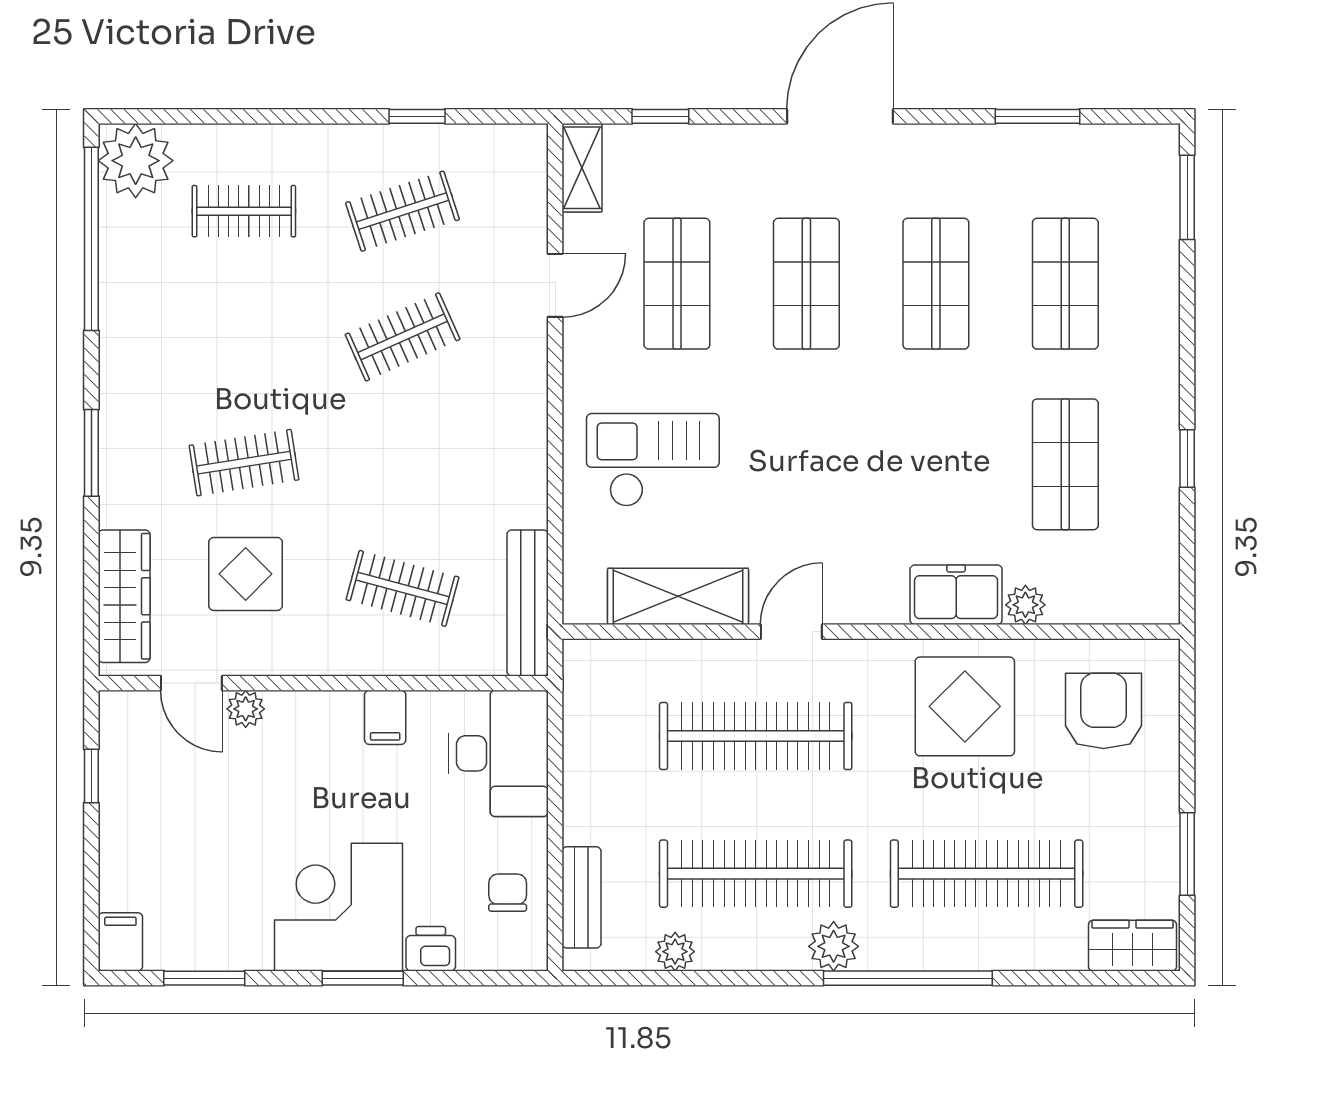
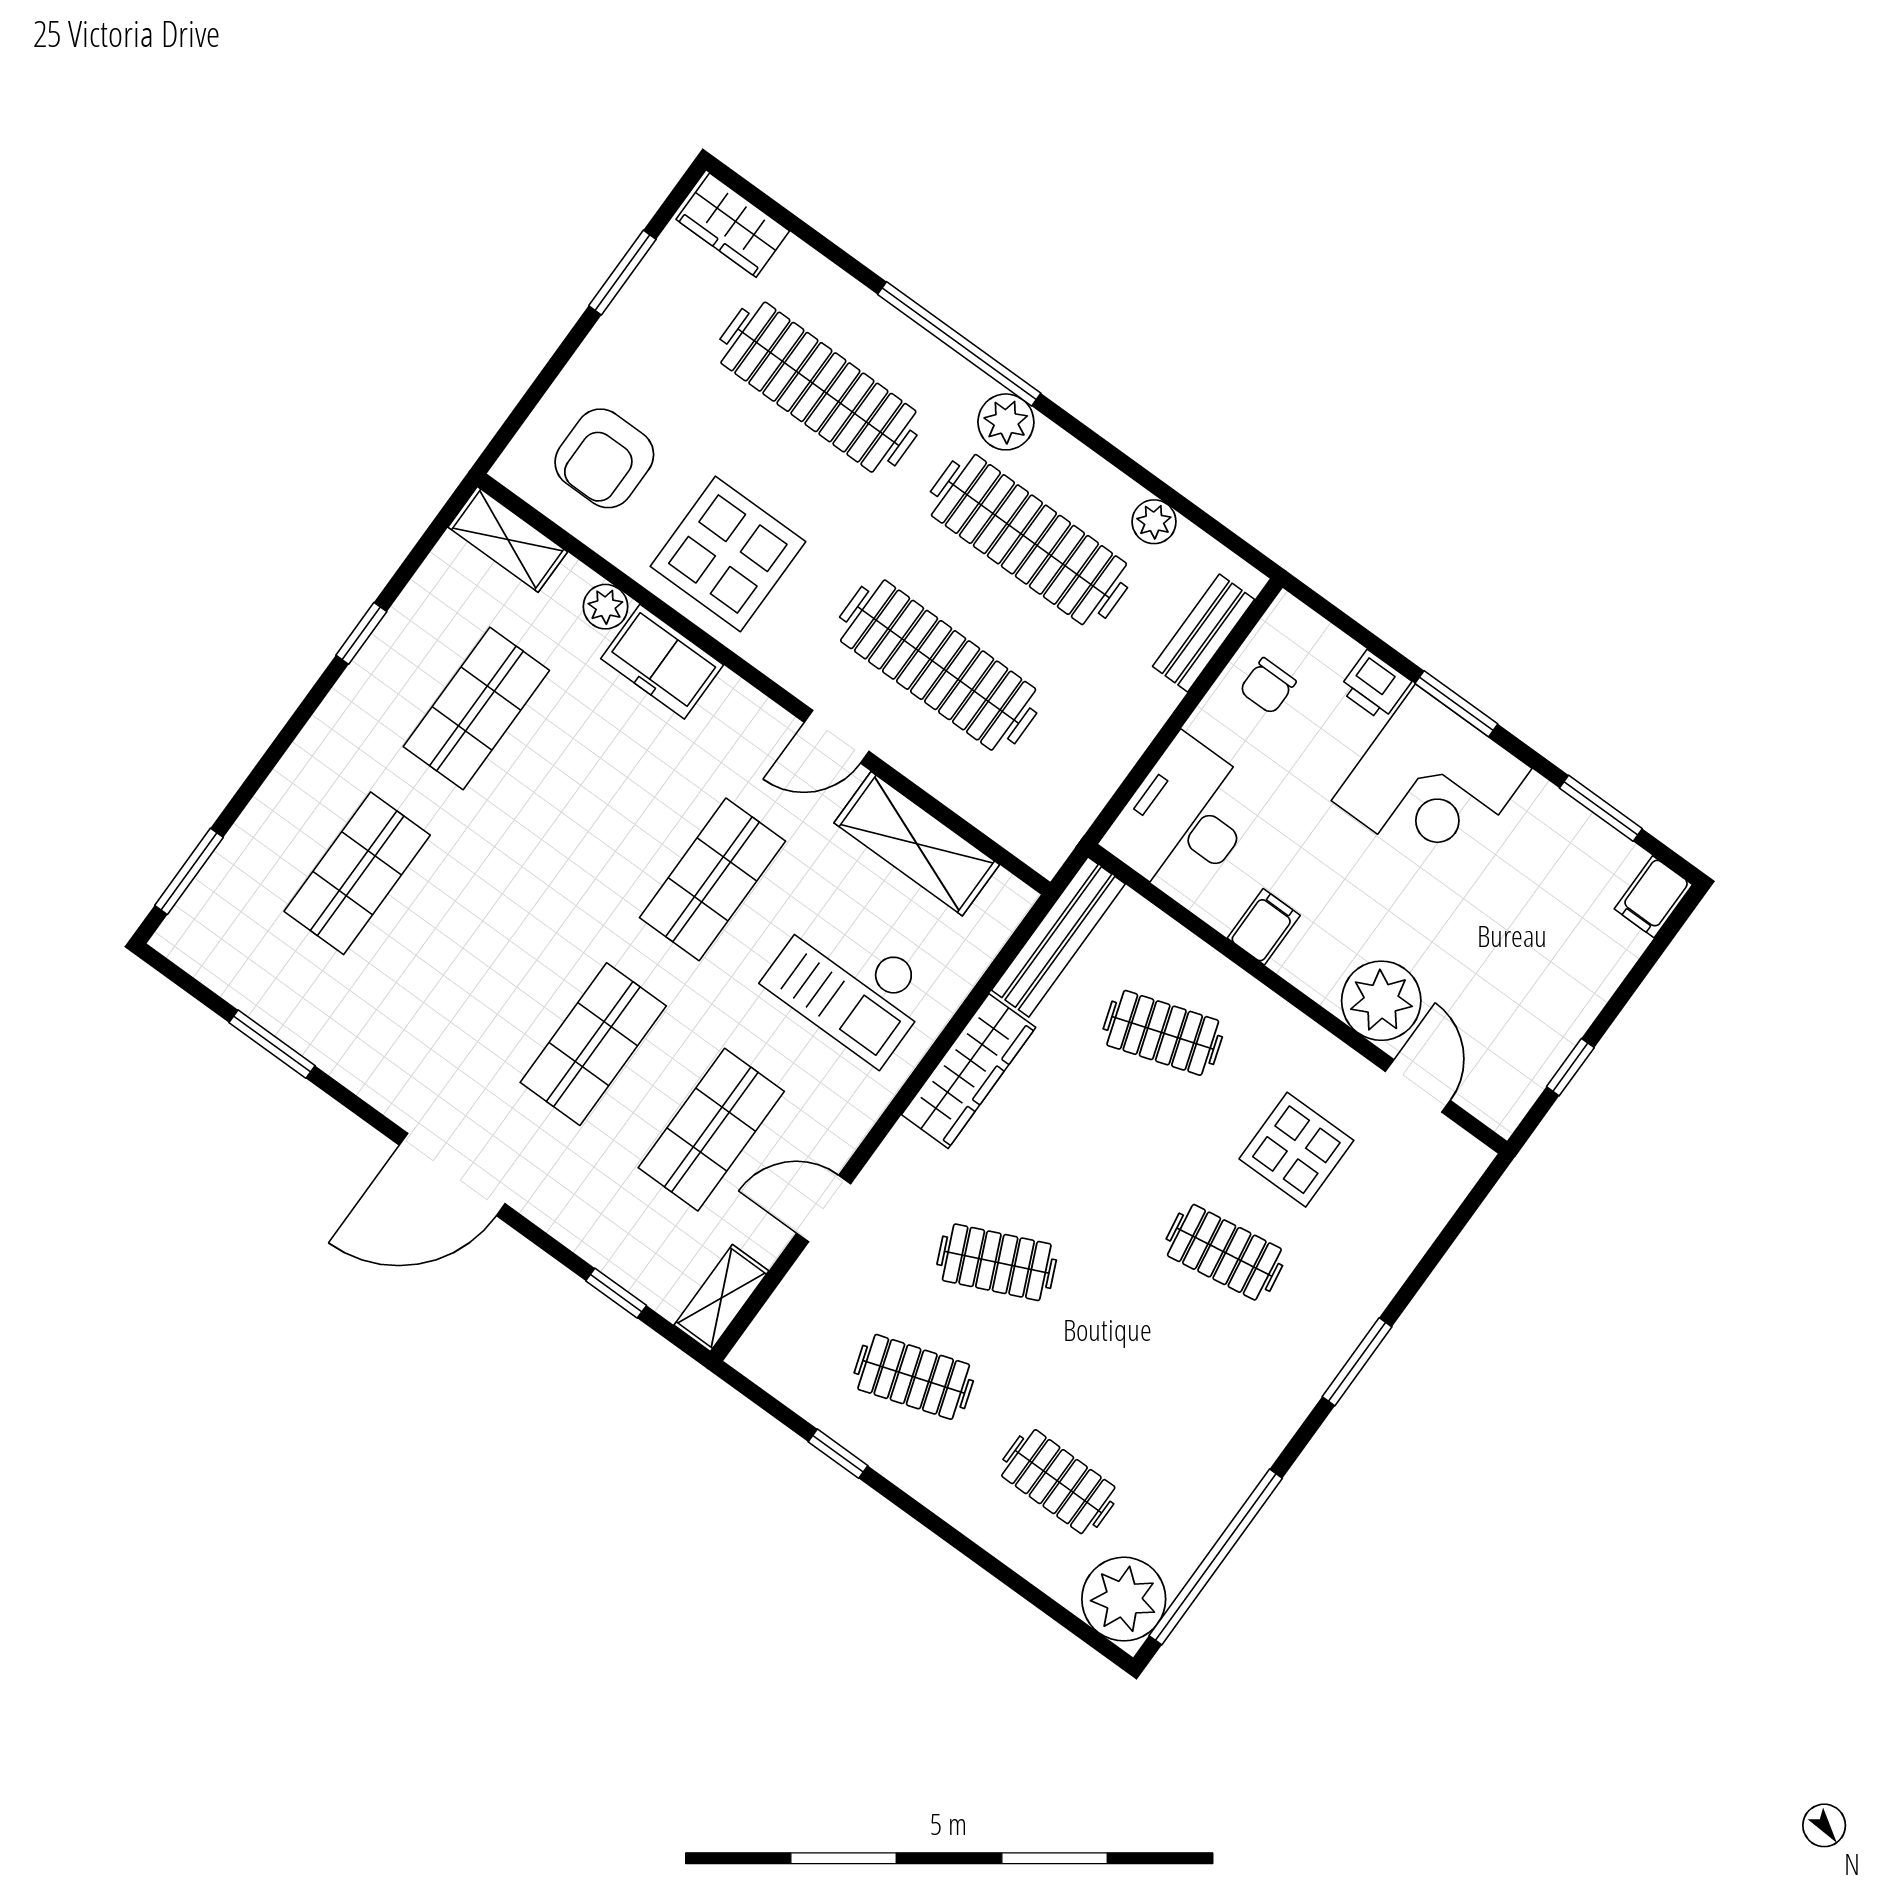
shop shelf: (936, 284) -> (713, 879), moved
clothes rail: (403, 588) -> (1163, 1033), turned -33
wardrobe: (124, 596) -> (969, 1071), moved, turned 180
shelving: (1131, 602) -> (508, 539), added
plant: (246, 709) -> (1381, 1001), width x1.87, depth x1.87

